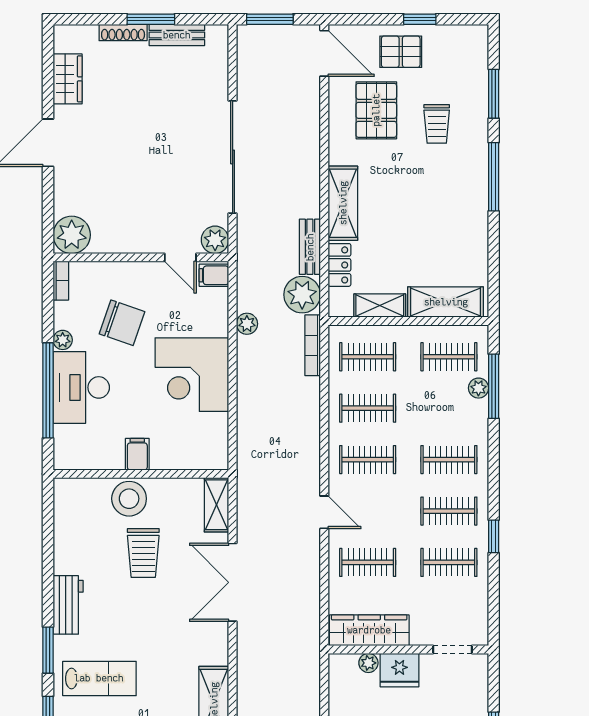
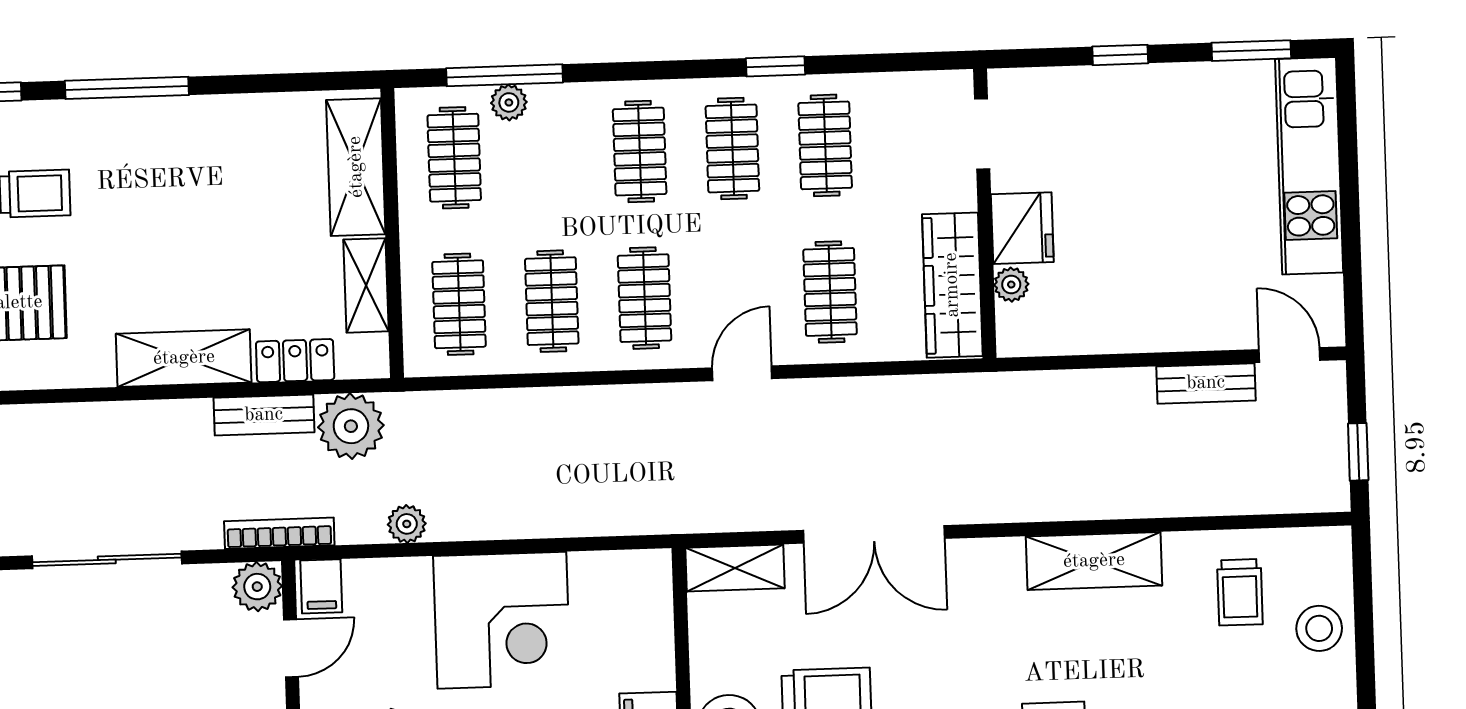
sliding door: (233, 157) -> (107, 560), width x0.73
bookcase: (313, 345) -> (279, 533), moved, turned 180

